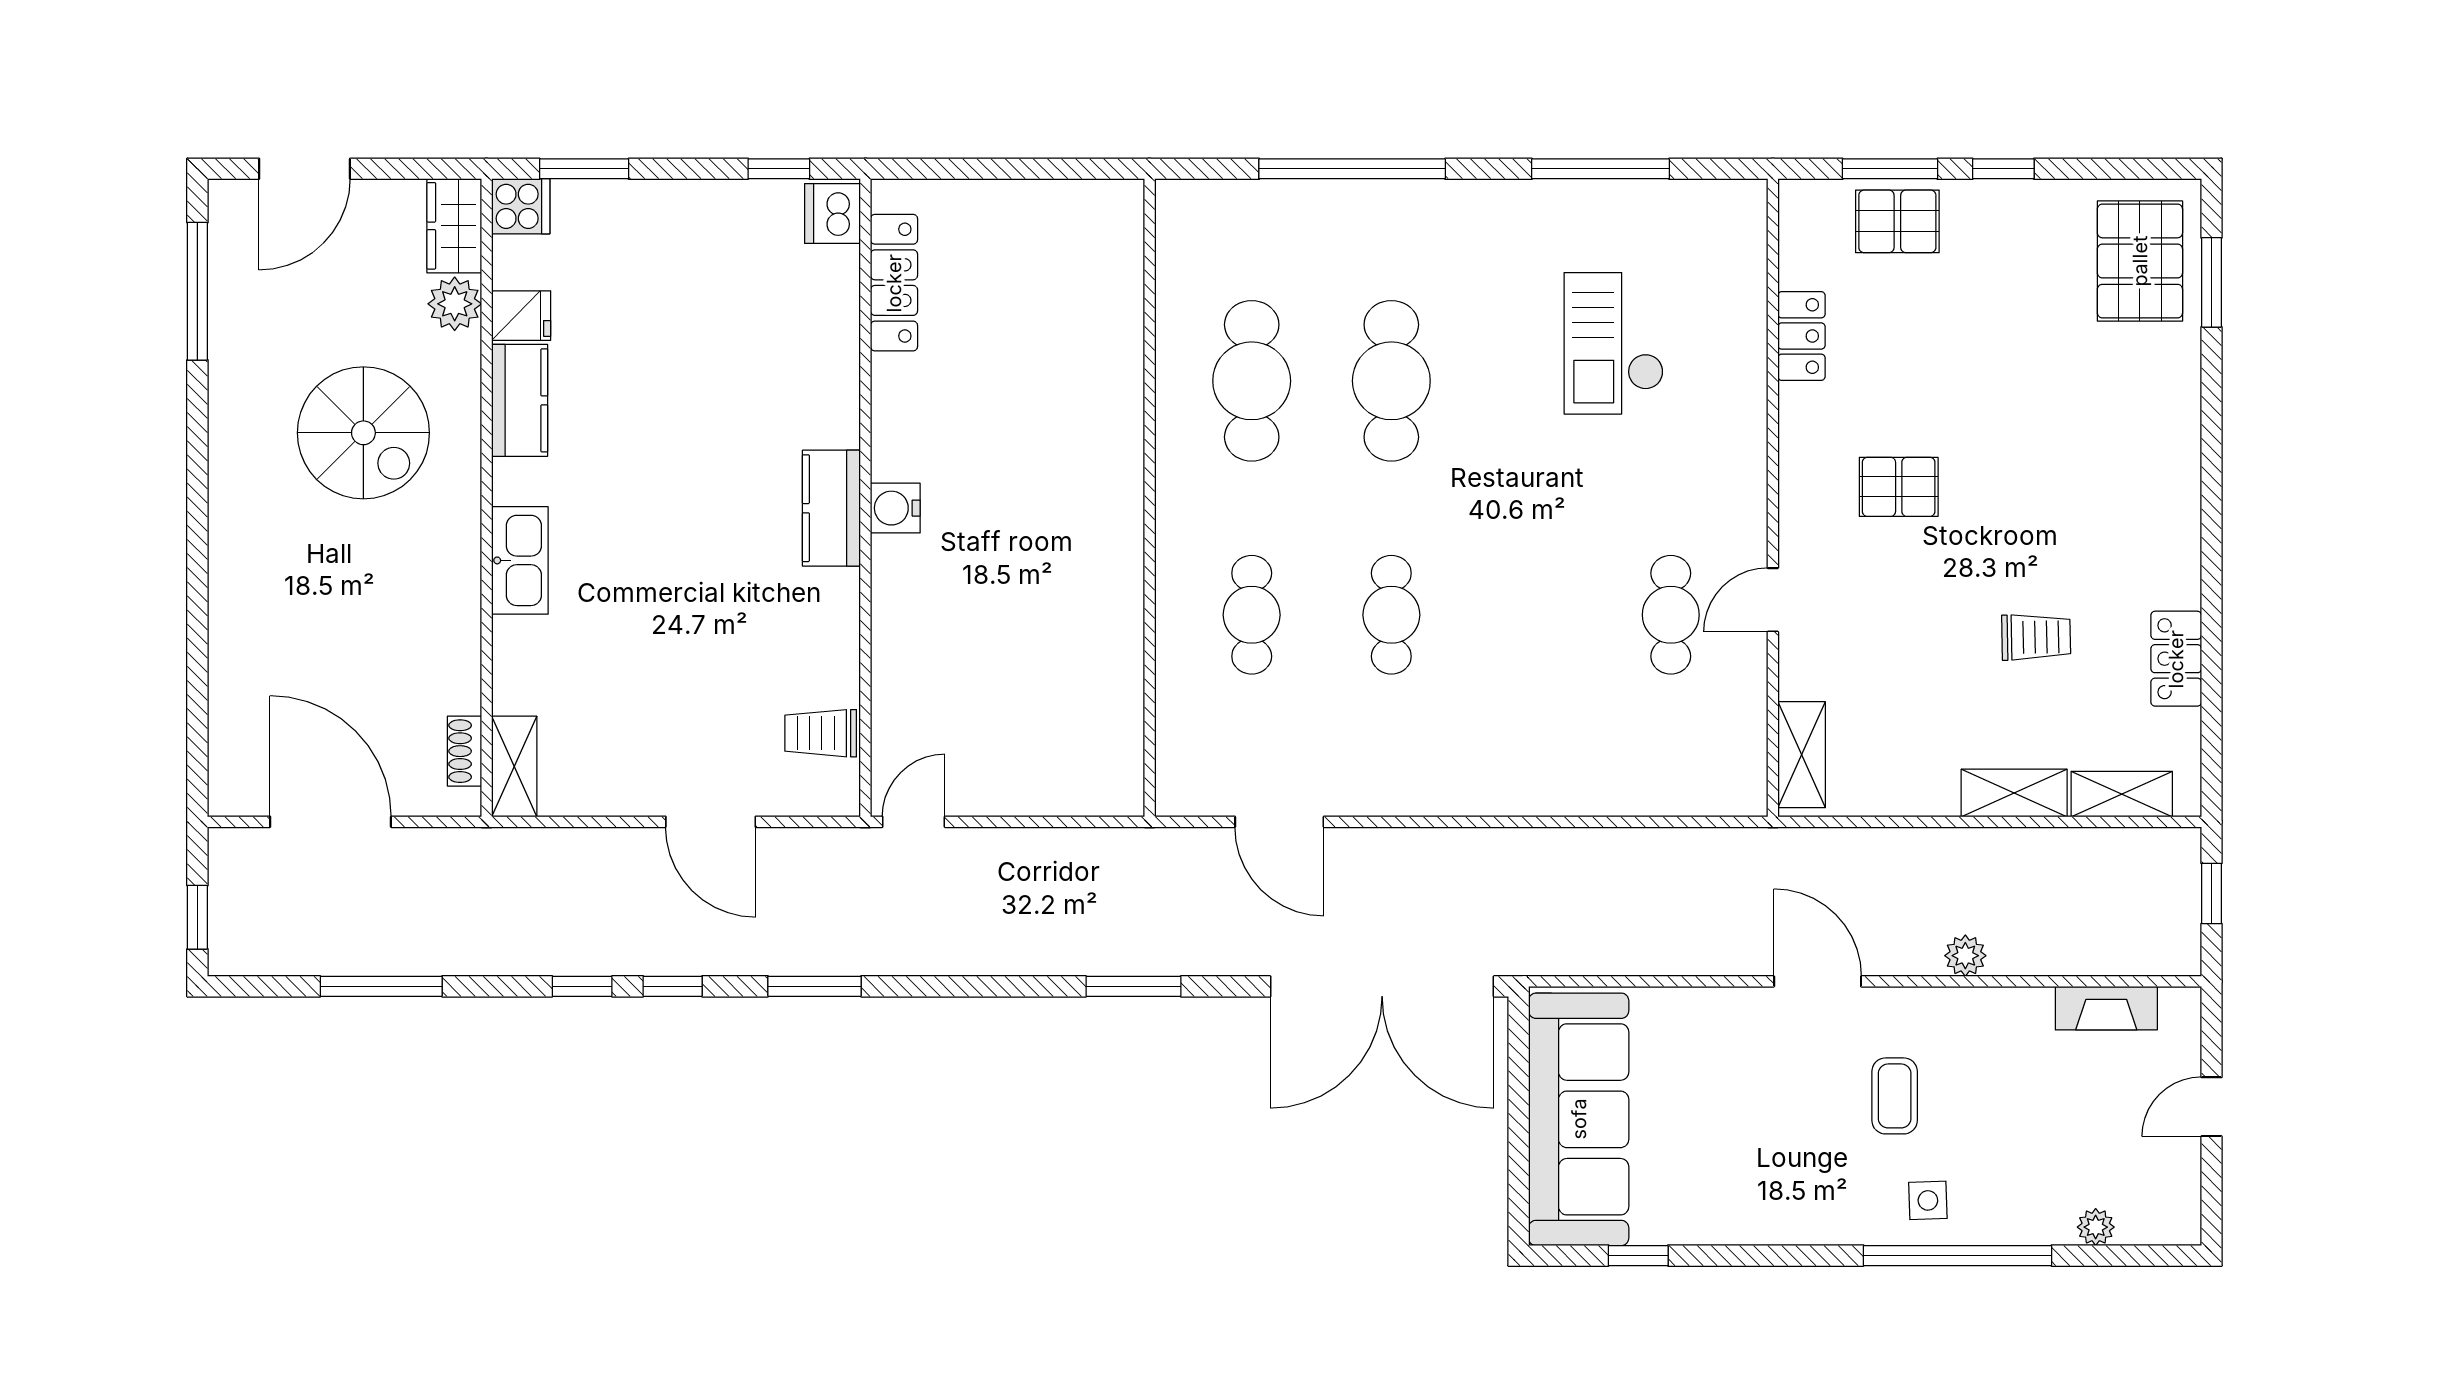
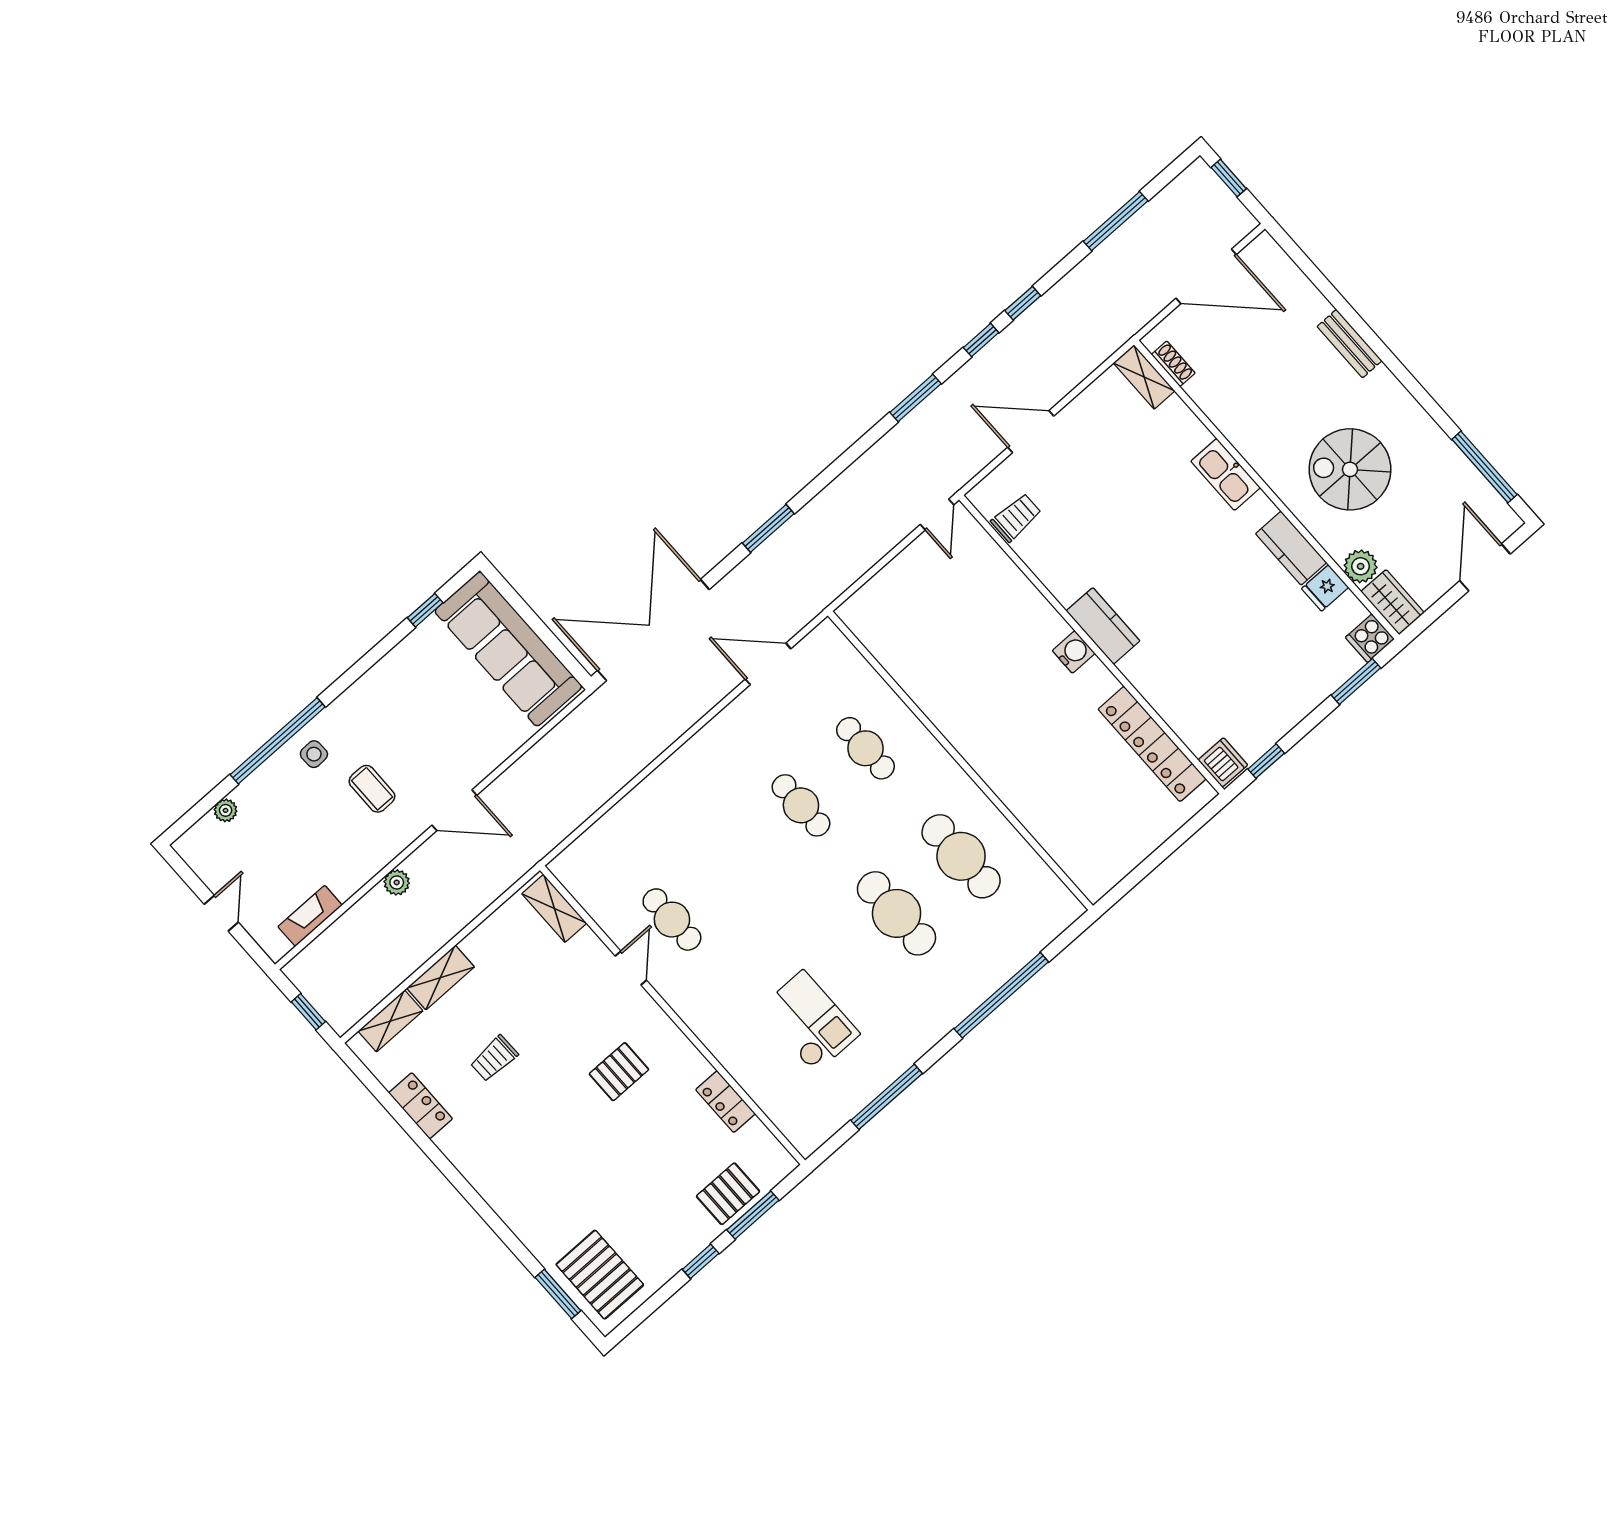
locker: (894, 283) -> (1152, 744), width x1.41, depth x1.21
bench: (229, 586) -> (1350, 344), added

